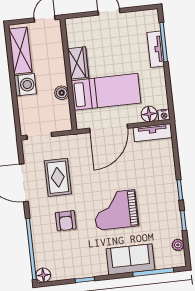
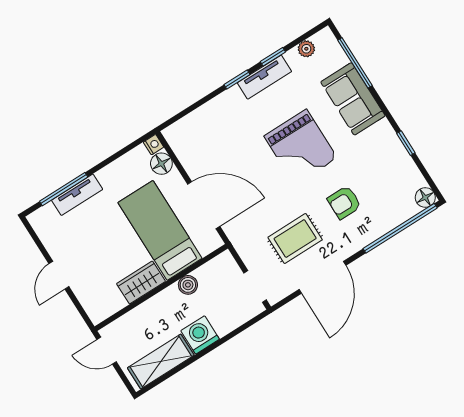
tv unit: (153, 133) -> (264, 77), moved, turned 90
armchair: (66, 221) -> (344, 202), turned 180

